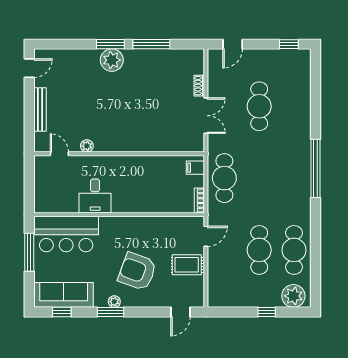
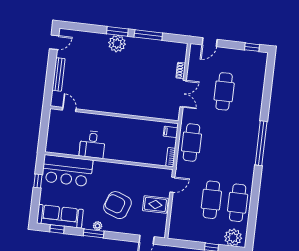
plant: (87, 146) -> (91, 106), removed
window: (29, 252) -> (38, 181), width x0.46

